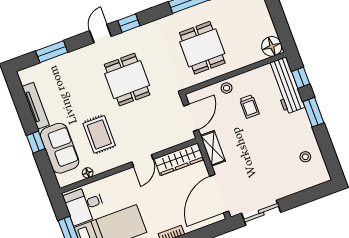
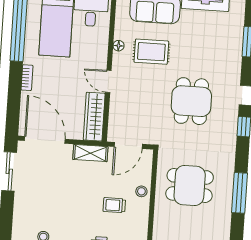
dining table: (127, 80) -> (191, 101), turned 90
door: (191, 118) -> (128, 145), hinge flipped
floor lamp: (88, 173) -> (119, 46), moved

